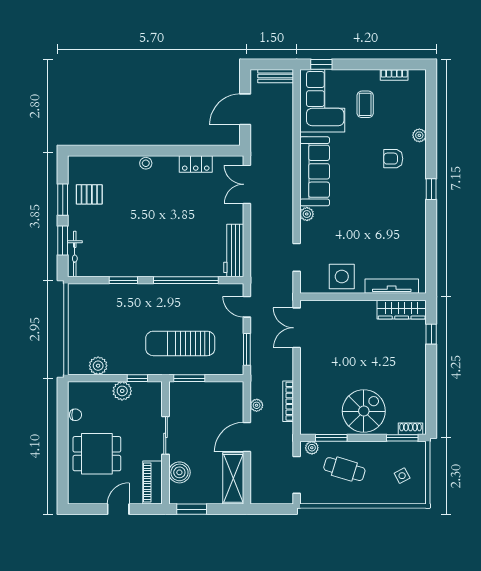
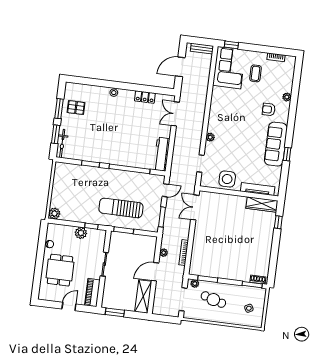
sofa: (315, 171) -> (276, 144), moved, turned 180
window: (431, 189) -> (287, 154), moved
door: (247, 307) -> (165, 190), swing flipped
plant: (98, 366) -> (54, 214), moved
spiral stairs: (364, 411) -> (230, 265), removed
dining table: (97, 454) -> (60, 270), turned 90
boiler: (179, 472) -> (110, 288), removed

